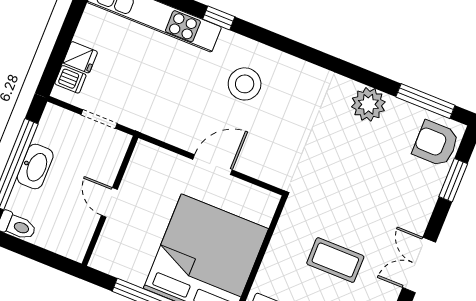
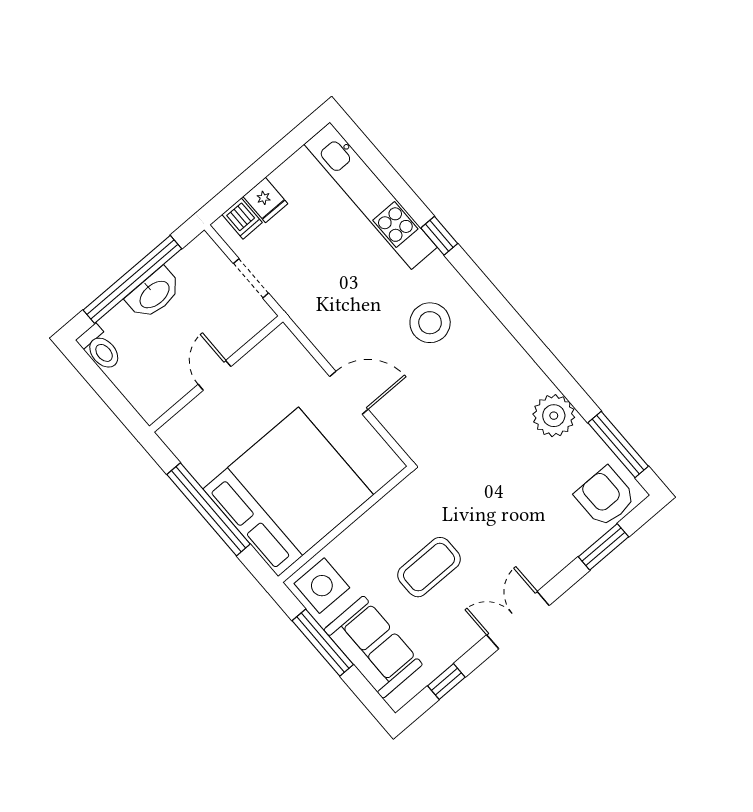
coffee table: (335, 260) -> (429, 567), turned 90

